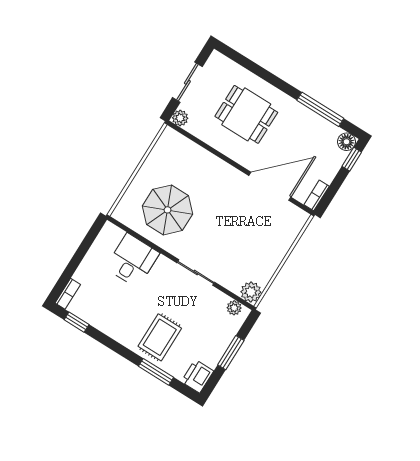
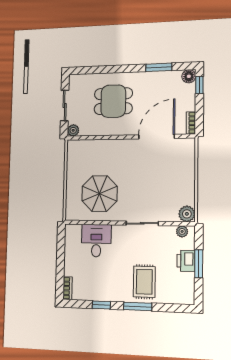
window: (320, 109) -> (159, 67), width x0.69
window: (77, 322) -> (101, 305), moved
window: (156, 372) -> (138, 306), moved
printer: (197, 376) -> (186, 261), moved

